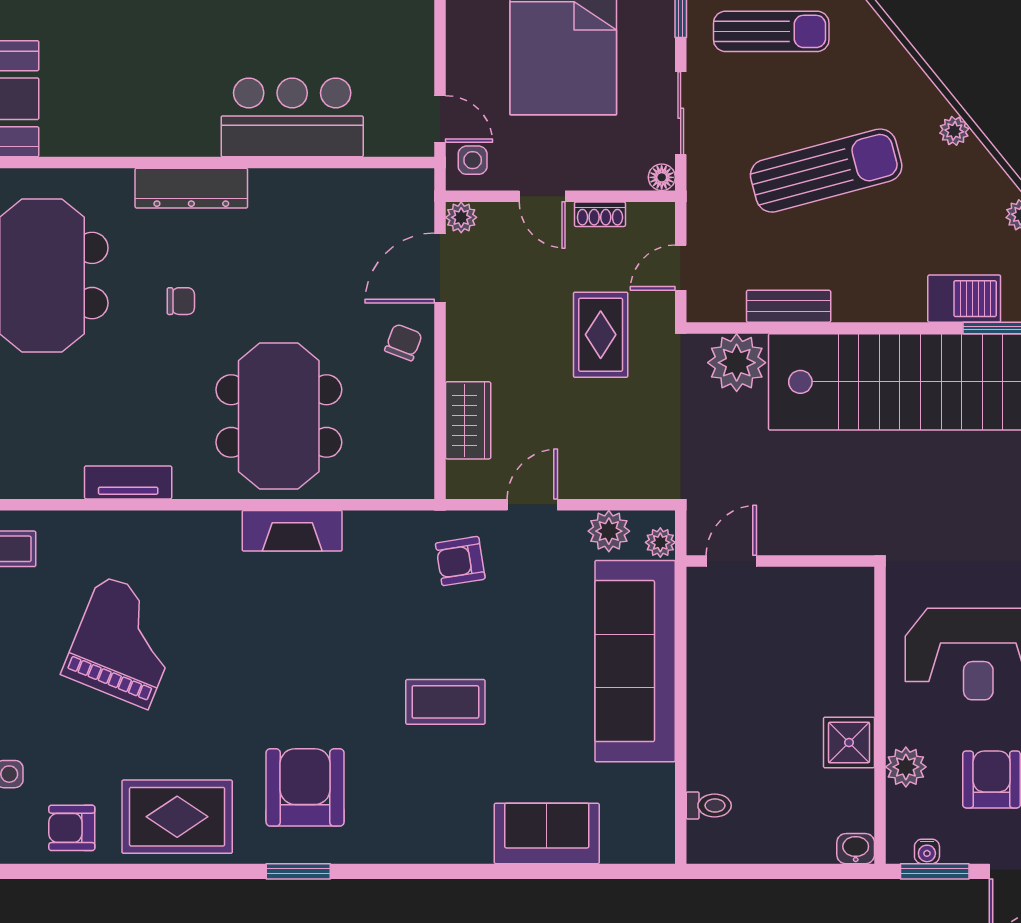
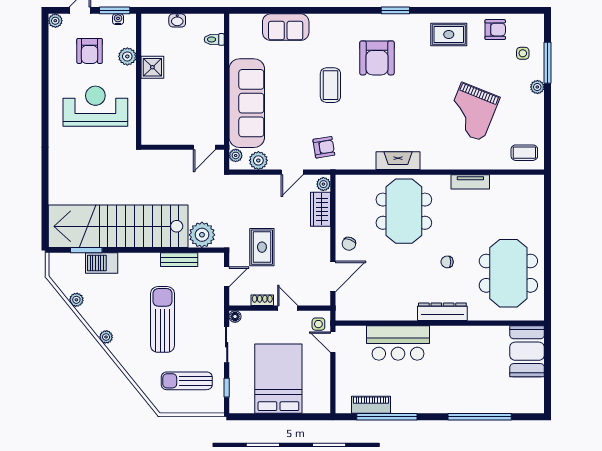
sun lounger: (826, 171) -> (162, 319), turned 105
plant: (461, 217) -> (323, 184), moved
coffee table: (445, 702) -> (330, 85), turned 90
armchair: (305, 787) -> (377, 58), moved
rug: (177, 817) -> (449, 35), width x0.73, depth x0.70
washbasin: (856, 849) -> (177, 20), moved

